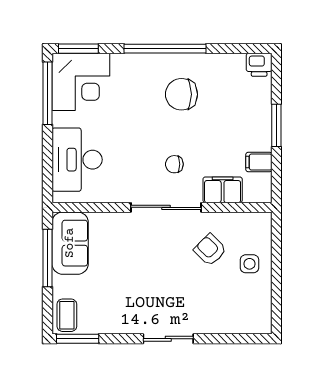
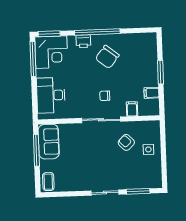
printer: (259, 65) -> (83, 41), moved
chair: (181, 94) -> (107, 57), turned -52
filing cabinet: (223, 190) -> (132, 109), width x0.50
window: (78, 339) -> (138, 191), moved

